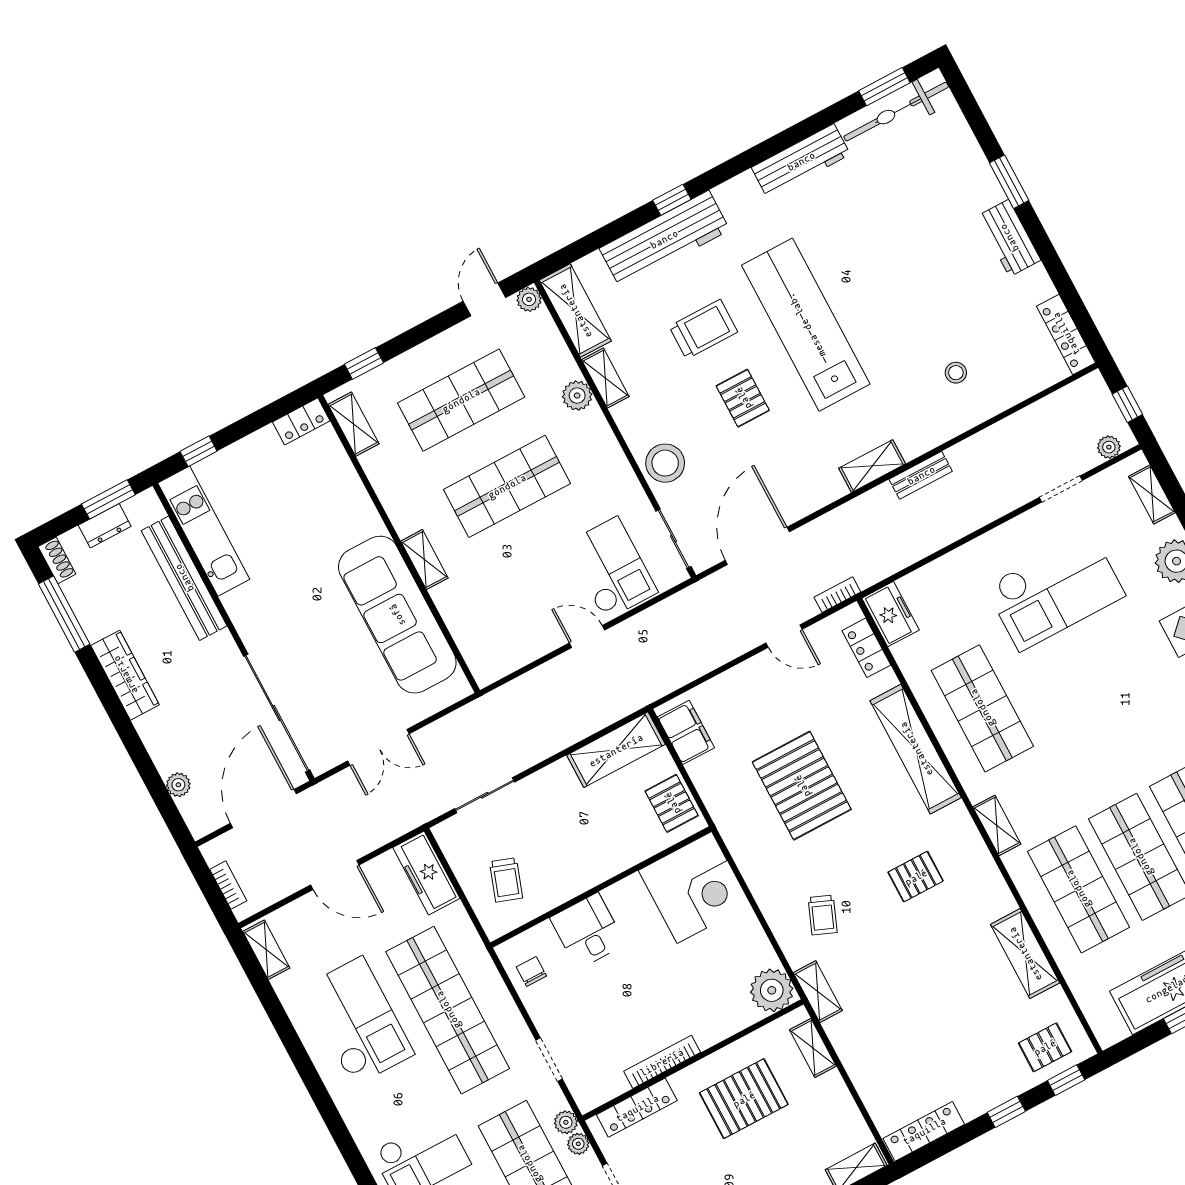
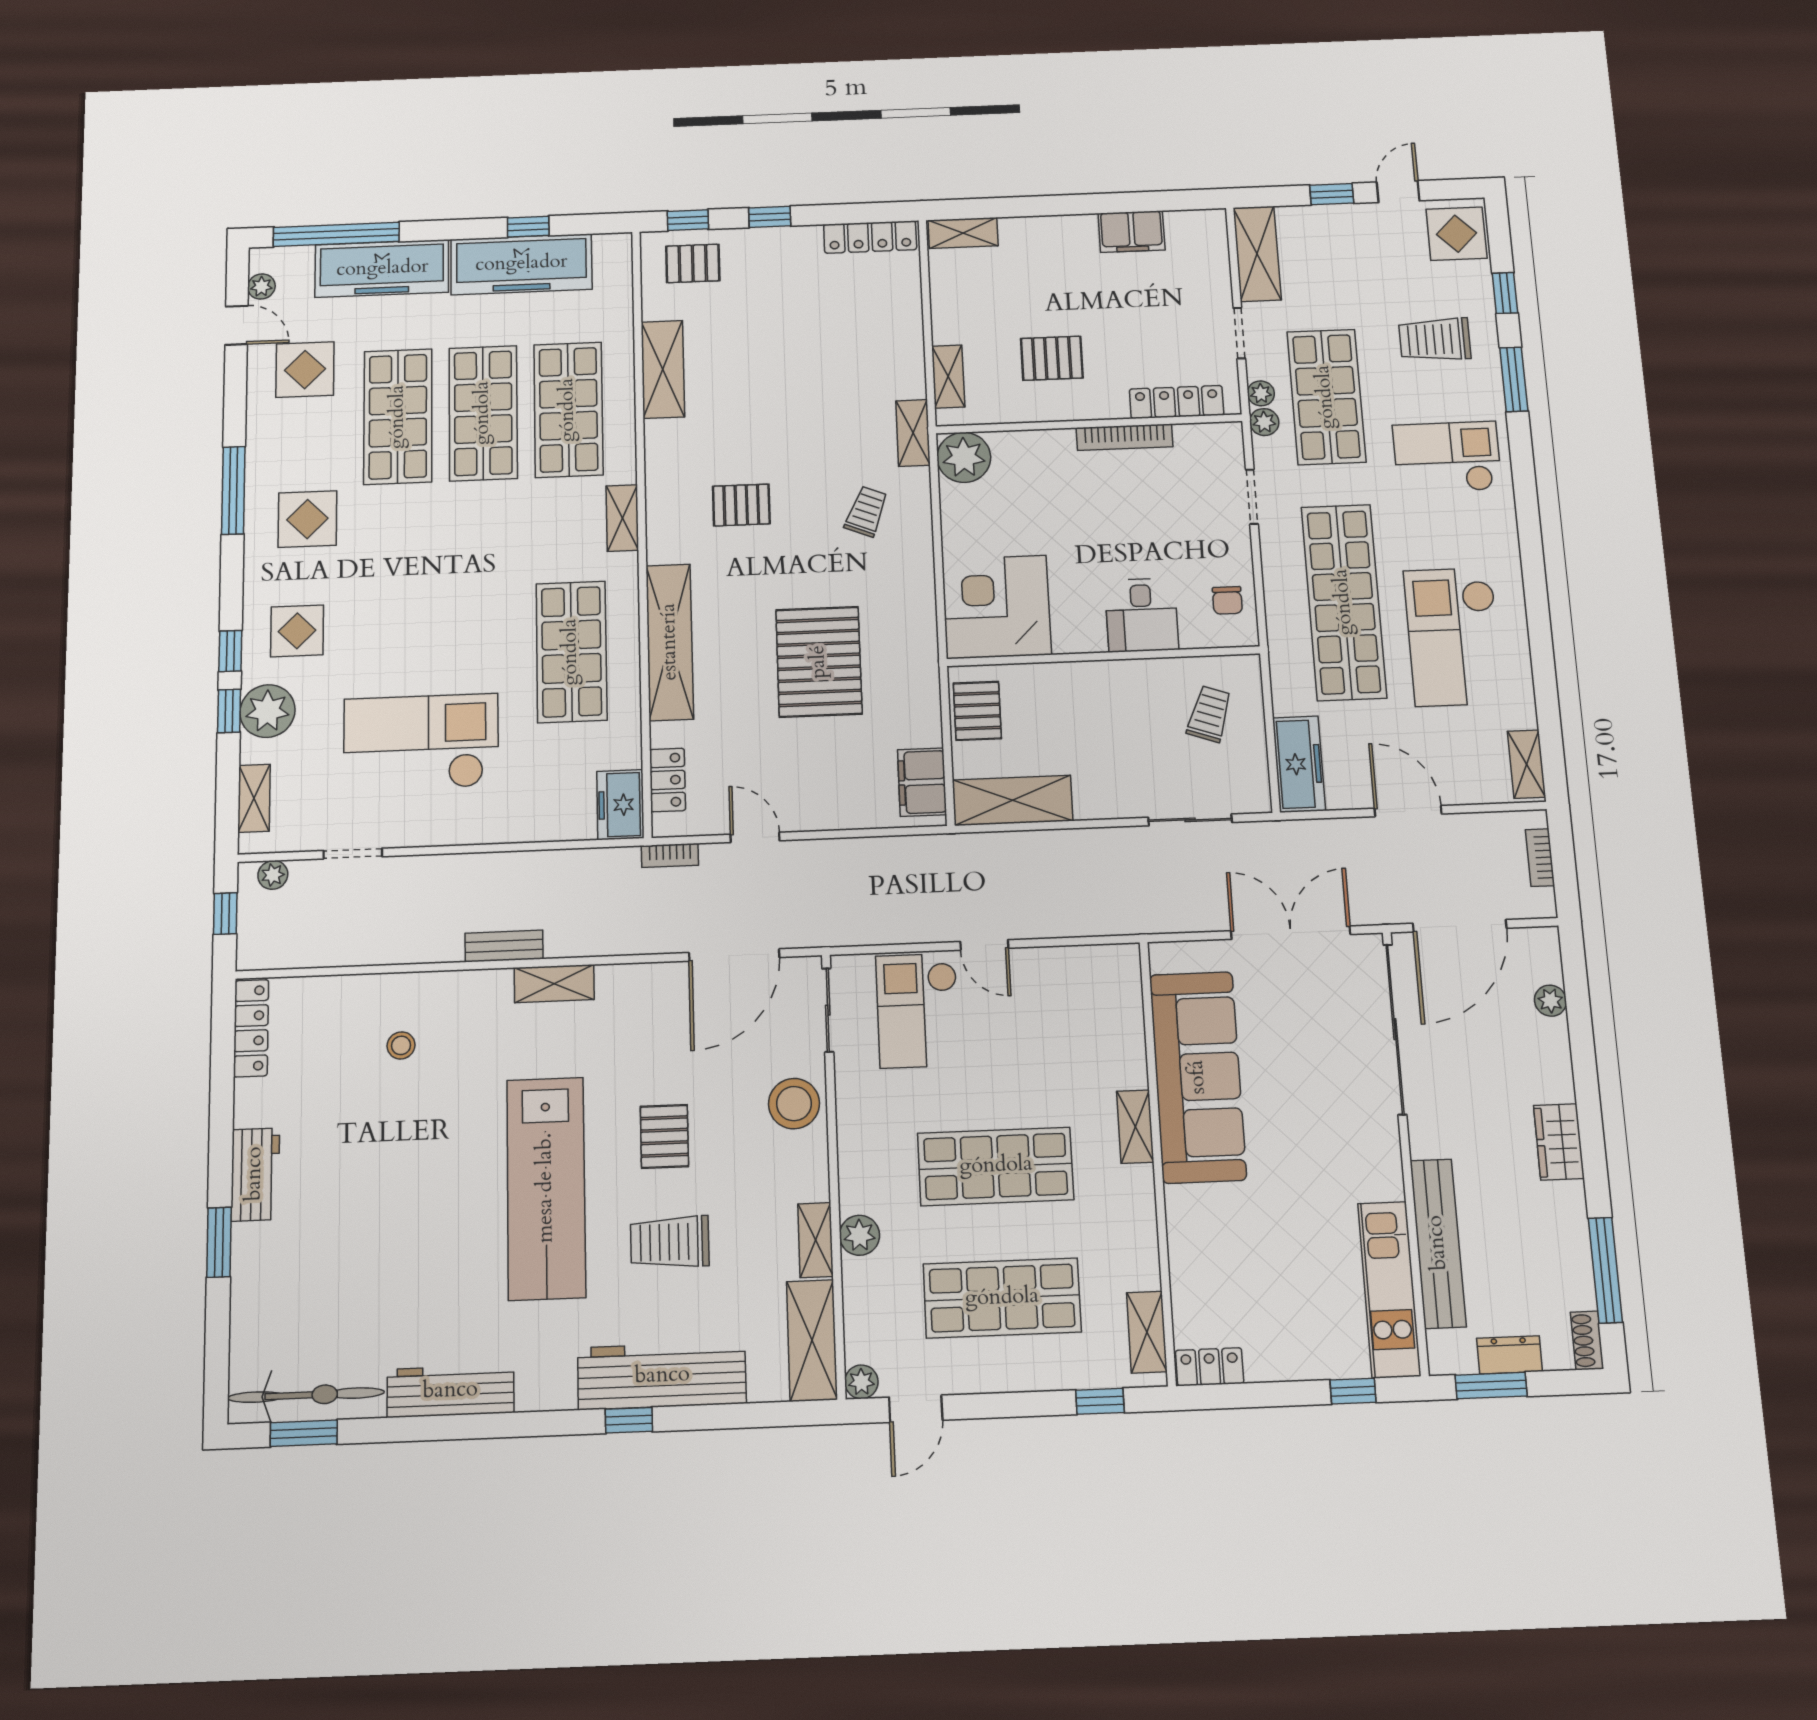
wardrobe: (125, 675) -> (1559, 1142), width x0.67
double door: (378, 747) -> (1291, 933), width x1.37
pallet: (744, 1099) -> (1052, 358), width x0.67, depth x0.71

